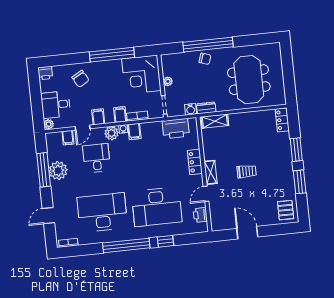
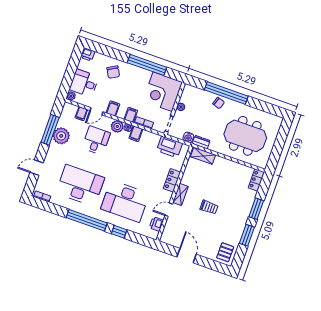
meeting table: (249, 80) -> (245, 136), turned 90

